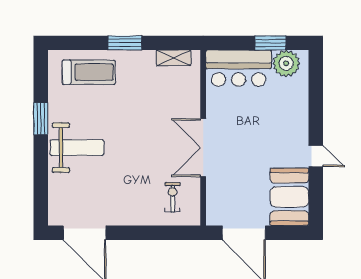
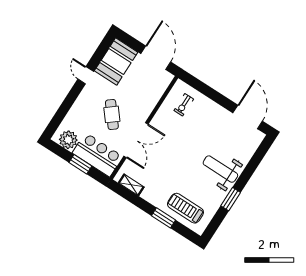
window: (125, 43) -> (163, 218), moved
window: (271, 43) -> (80, 164), moved
cafe table: (253, 129) -> (112, 114), added
double door: (203, 148) -> (136, 140), moved

